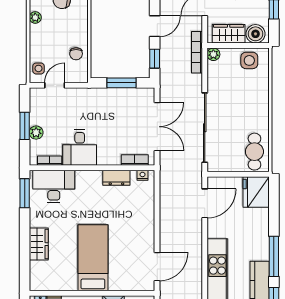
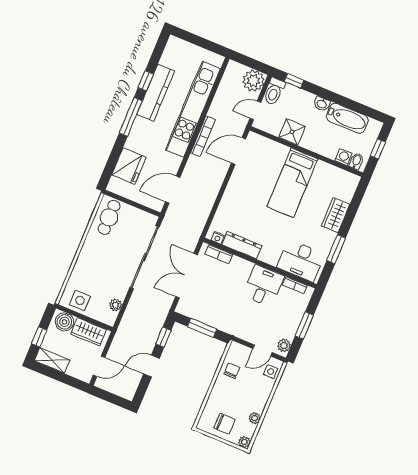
bookcase: (197, 52) -> (203, 136), moved
plant: (213, 54) -> (115, 305), moved
plant: (36, 133) -> (284, 345), moved
dresser: (116, 178) -> (242, 245), width x1.44
fridge: (256, 192) -> (129, 166), moved
window: (25, 193) -> (336, 249), moved

